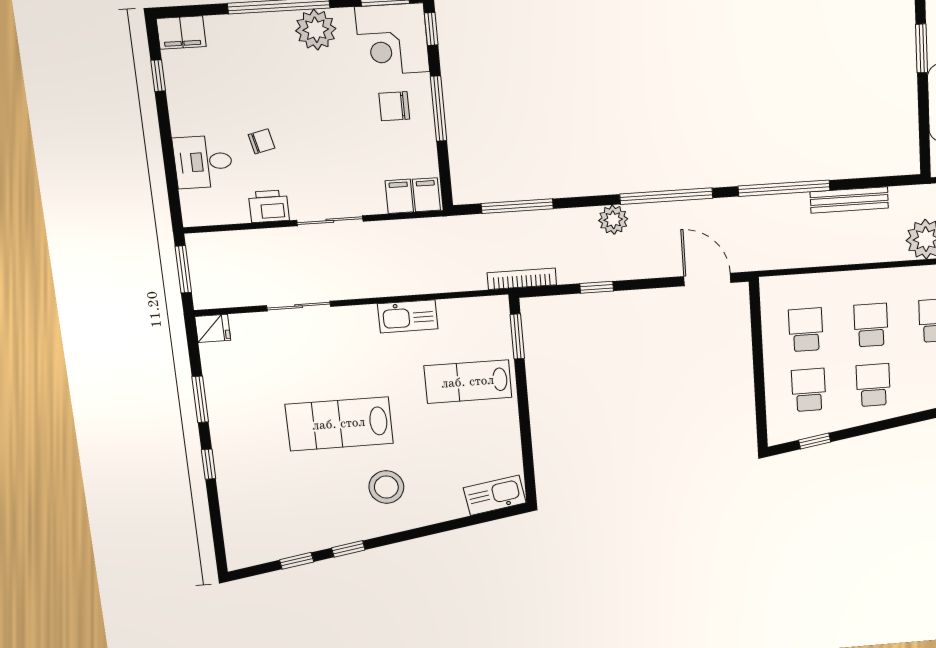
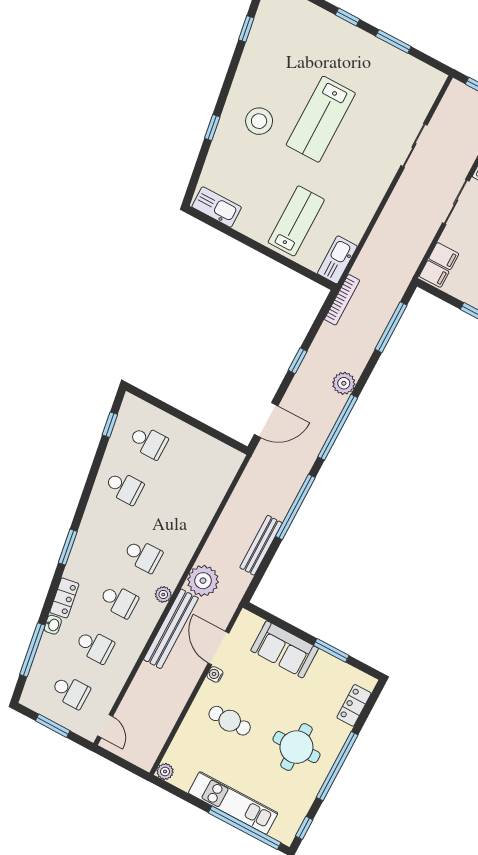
window: (597, 287) -> (298, 361), moved
kitchen sink: (408, 316) -> (337, 260), moved
school desk: (871, 325) -> (167, 510), removed
fridge: (213, 328) -> (434, 81), removed
school desk: (806, 330) -> (191, 465), removed
window: (517, 336) -> (306, 272), removed
lab bench: (339, 424) -> (321, 119), turned 180
kitchen sink: (495, 495) -> (217, 207), moved, turned -81
window: (348, 549) -> (212, 128), moved

